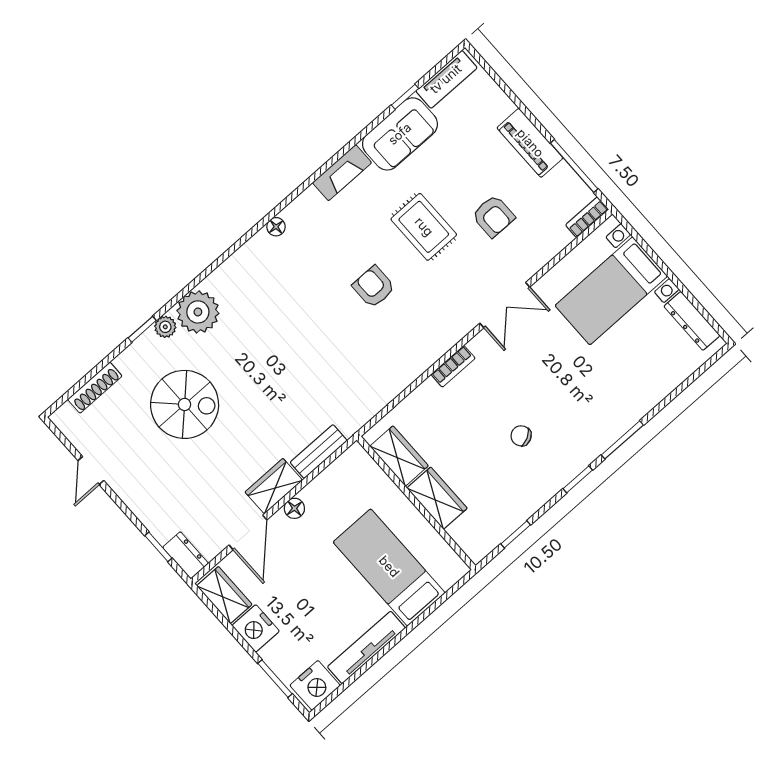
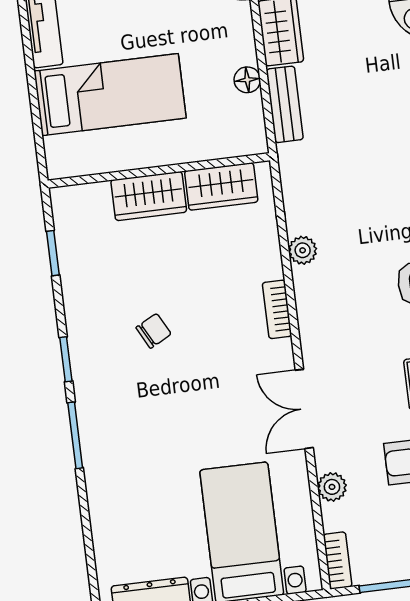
plant: (542, 253) -> (332, 487), added
plant: (404, 376) -> (303, 250), added
floor lamp: (294, 508) -> (247, 80), moved

